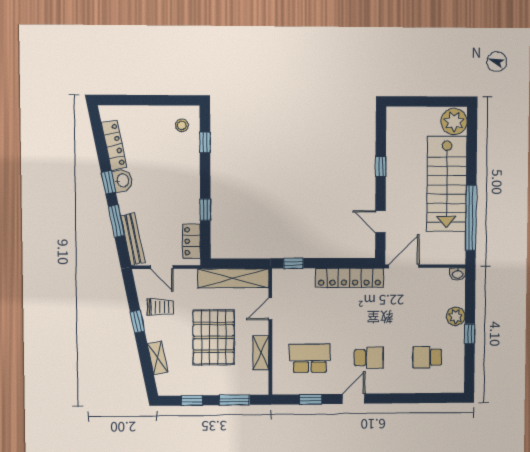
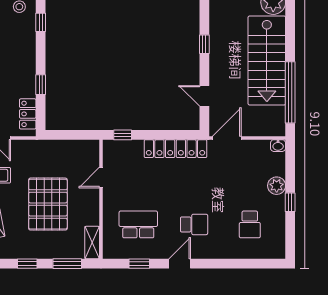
shelving: (233, 278) -> (66, 149), removed
shelving: (261, 353) -> (92, 242), moved
school desk: (427, 357) -> (250, 224), turned -90

